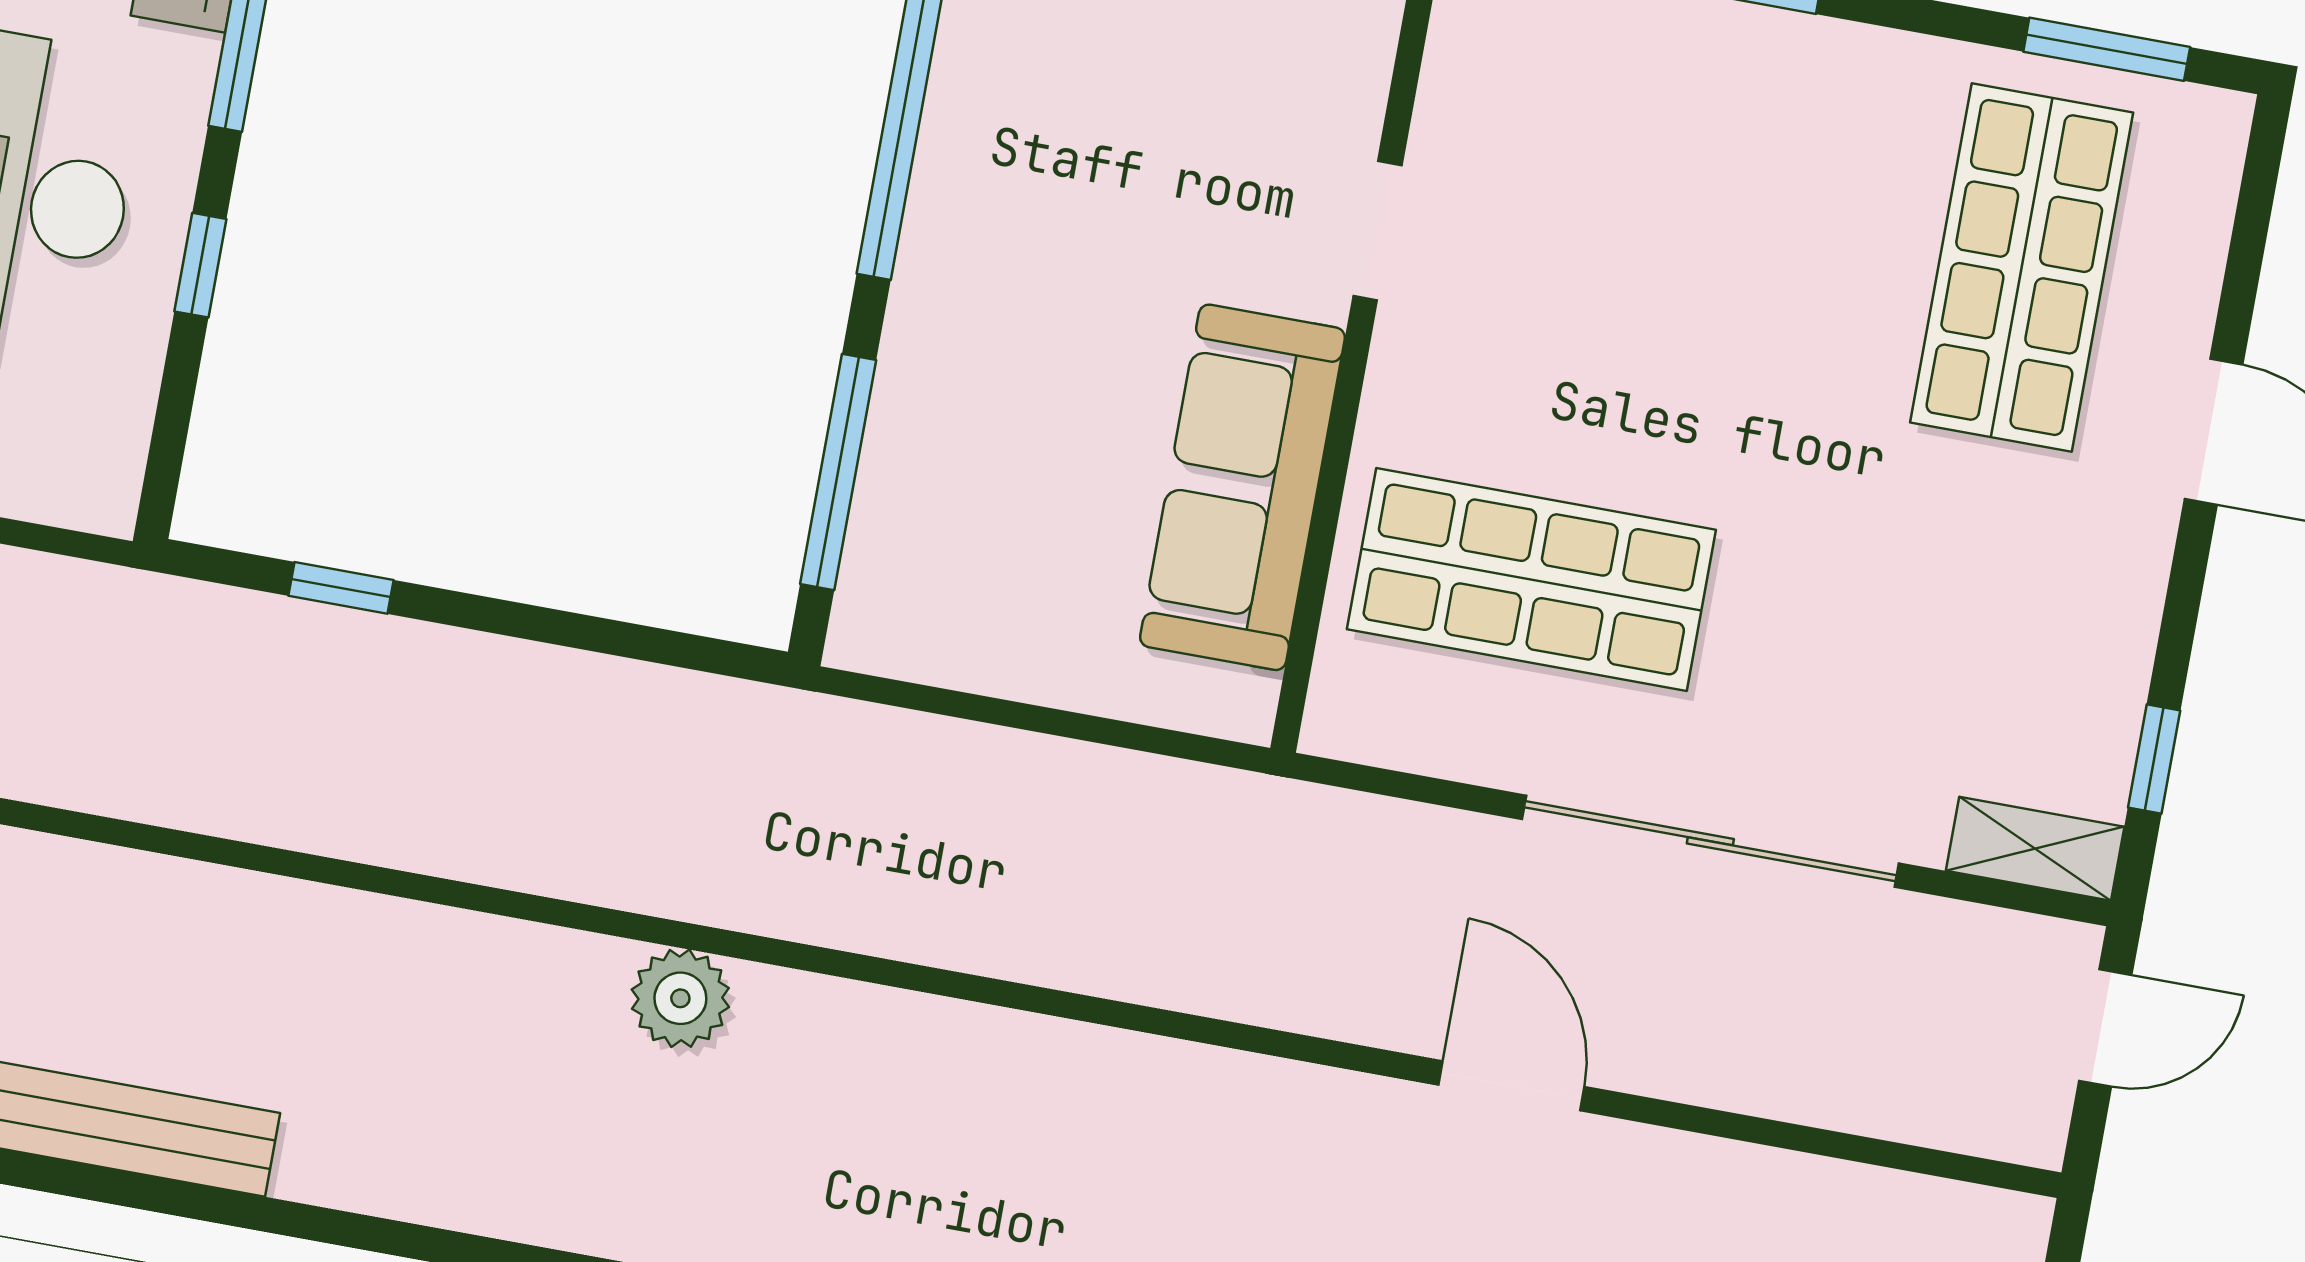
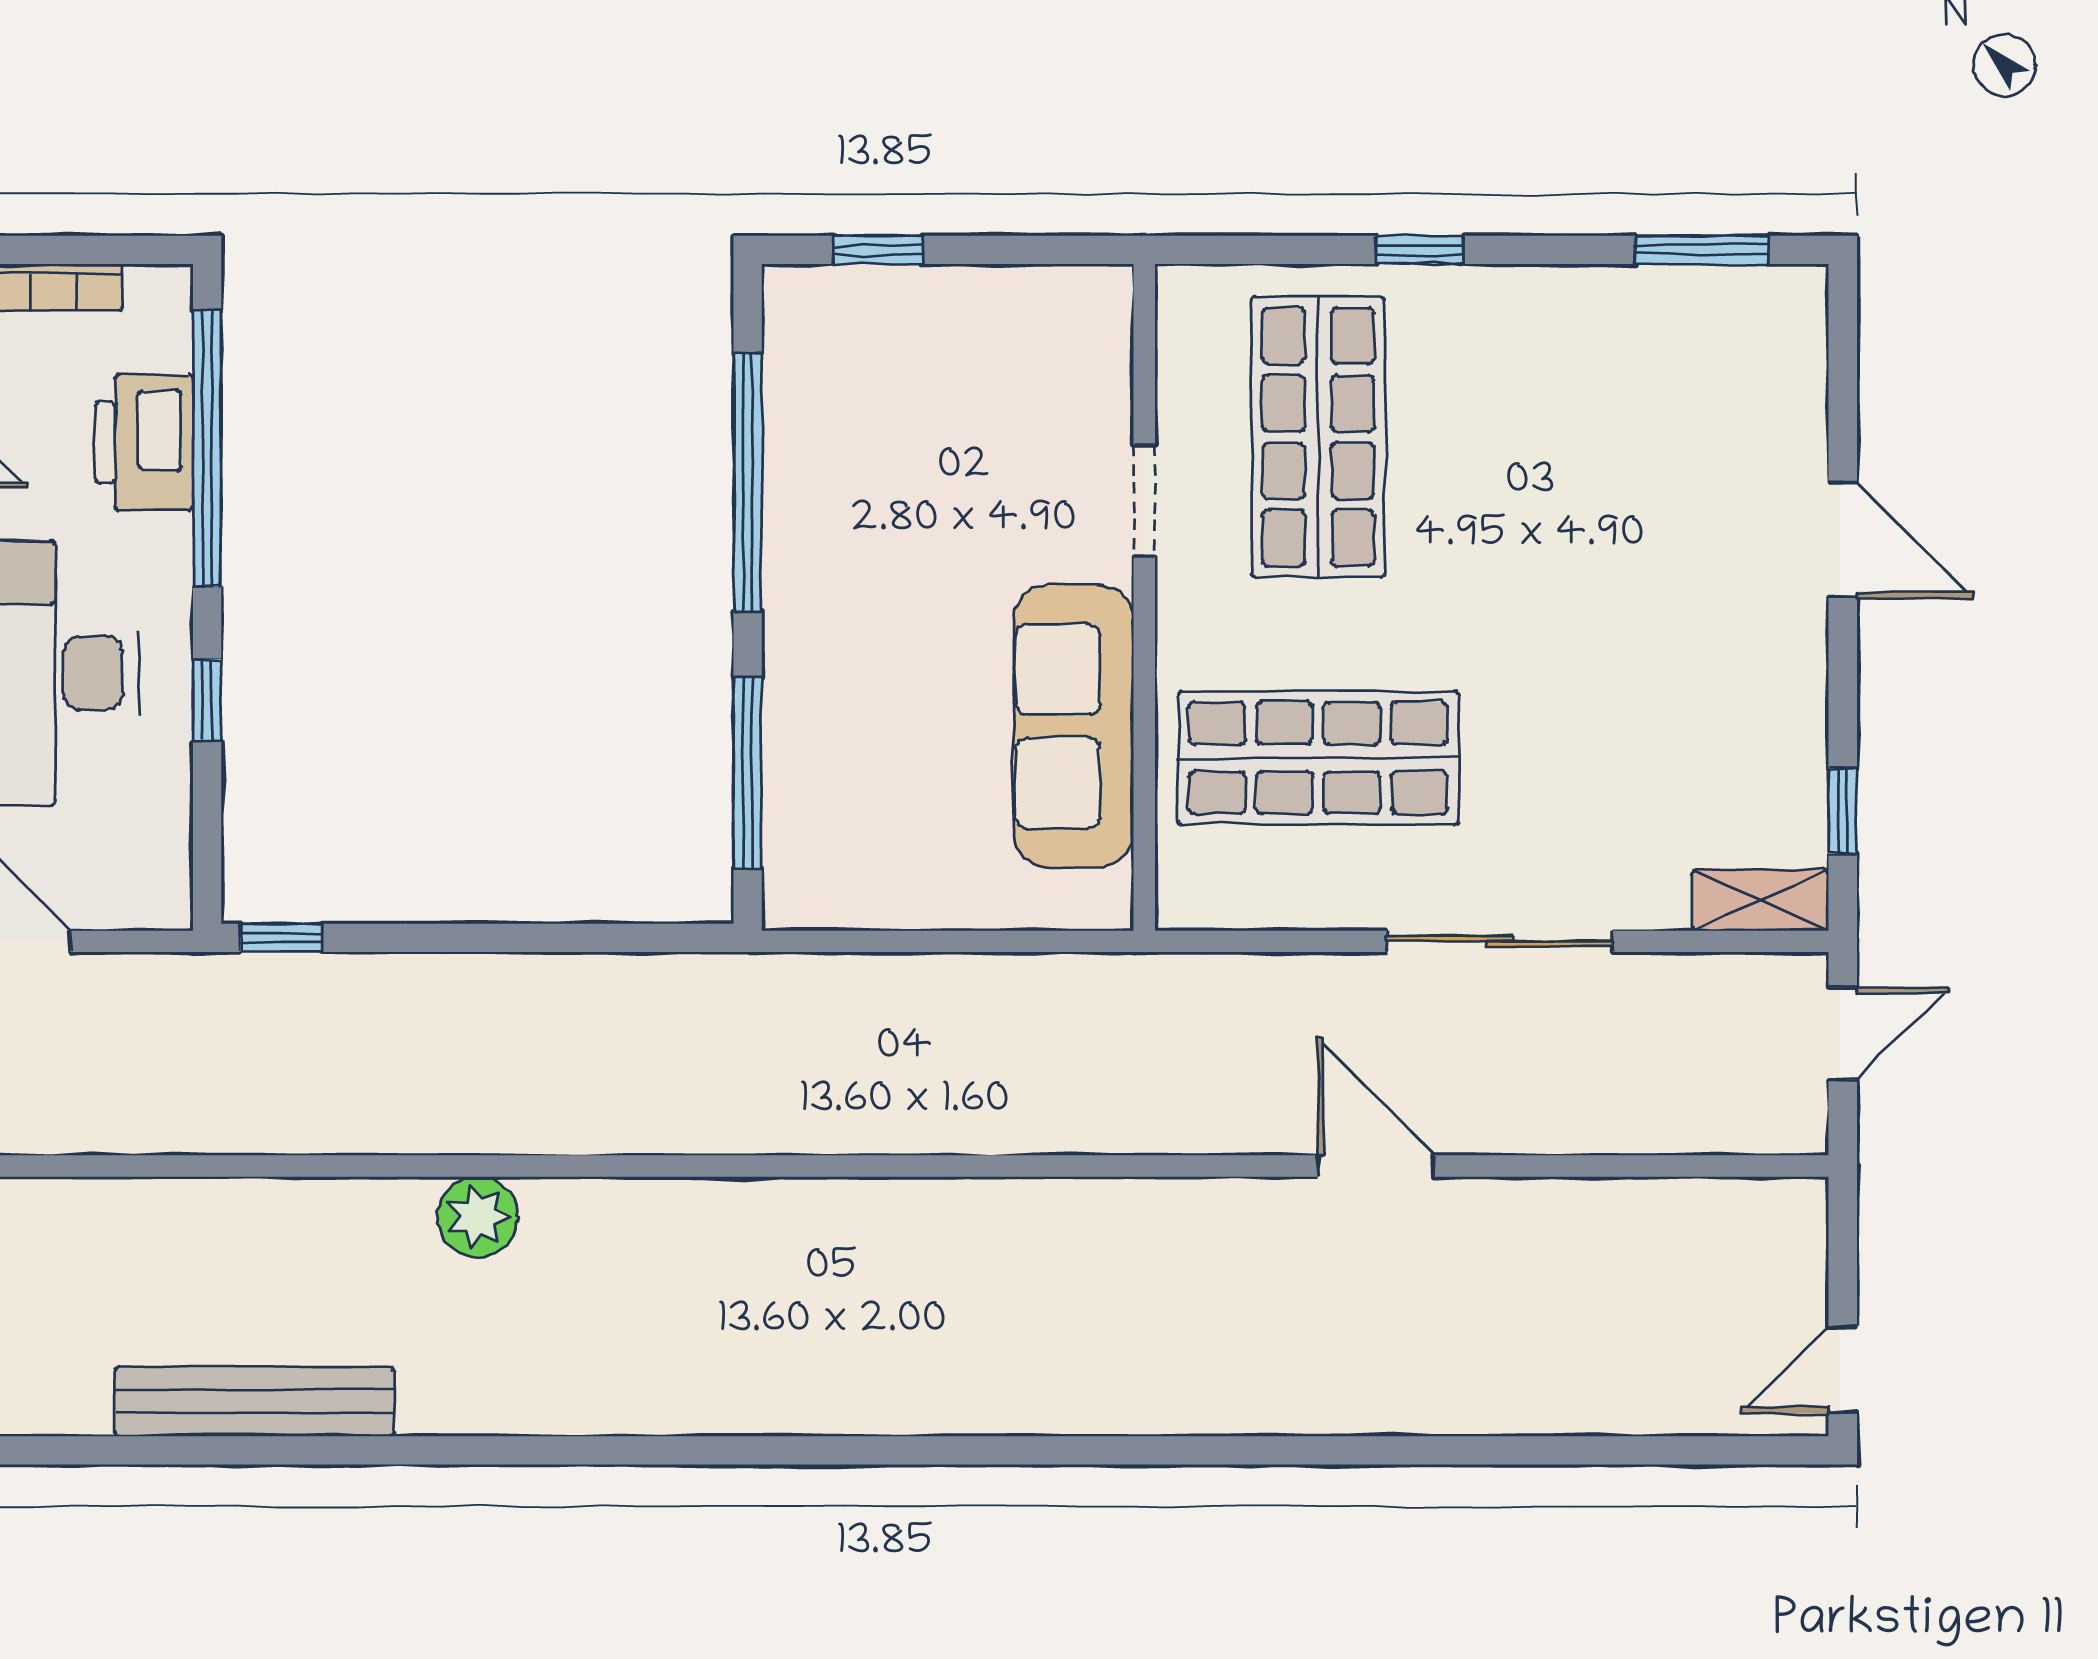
shop shelf: (2022, 267) -> (1318, 437), moved
window: (341, 588) -> (281, 938), moved
sliding door: (1710, 841) -> (1499, 941), width x0.73
plant: (680, 998) -> (477, 1217), moved

